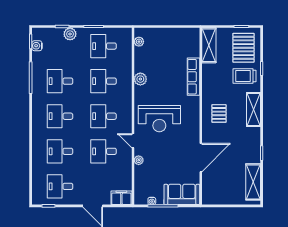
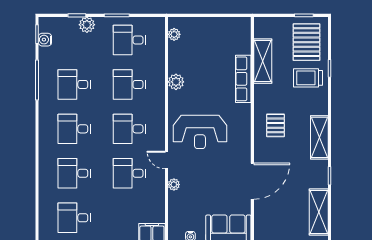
shelving: (209, 45) -> (263, 61), moved
shelving: (254, 109) -> (319, 137), moved

